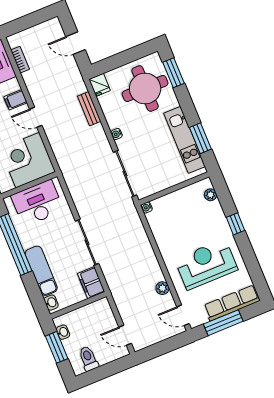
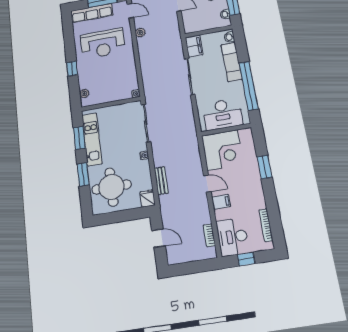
window: (174, 73) -> (83, 174), moved

